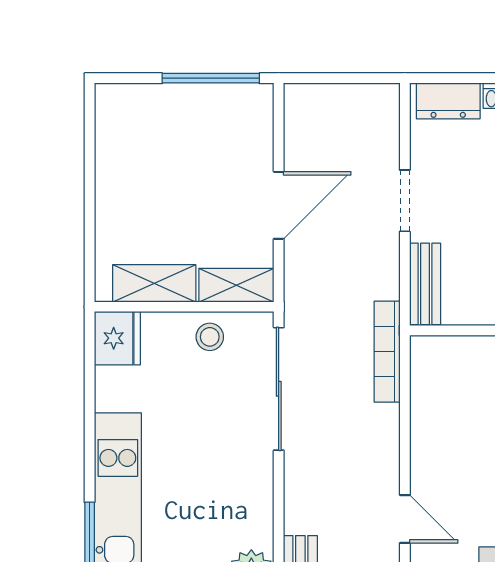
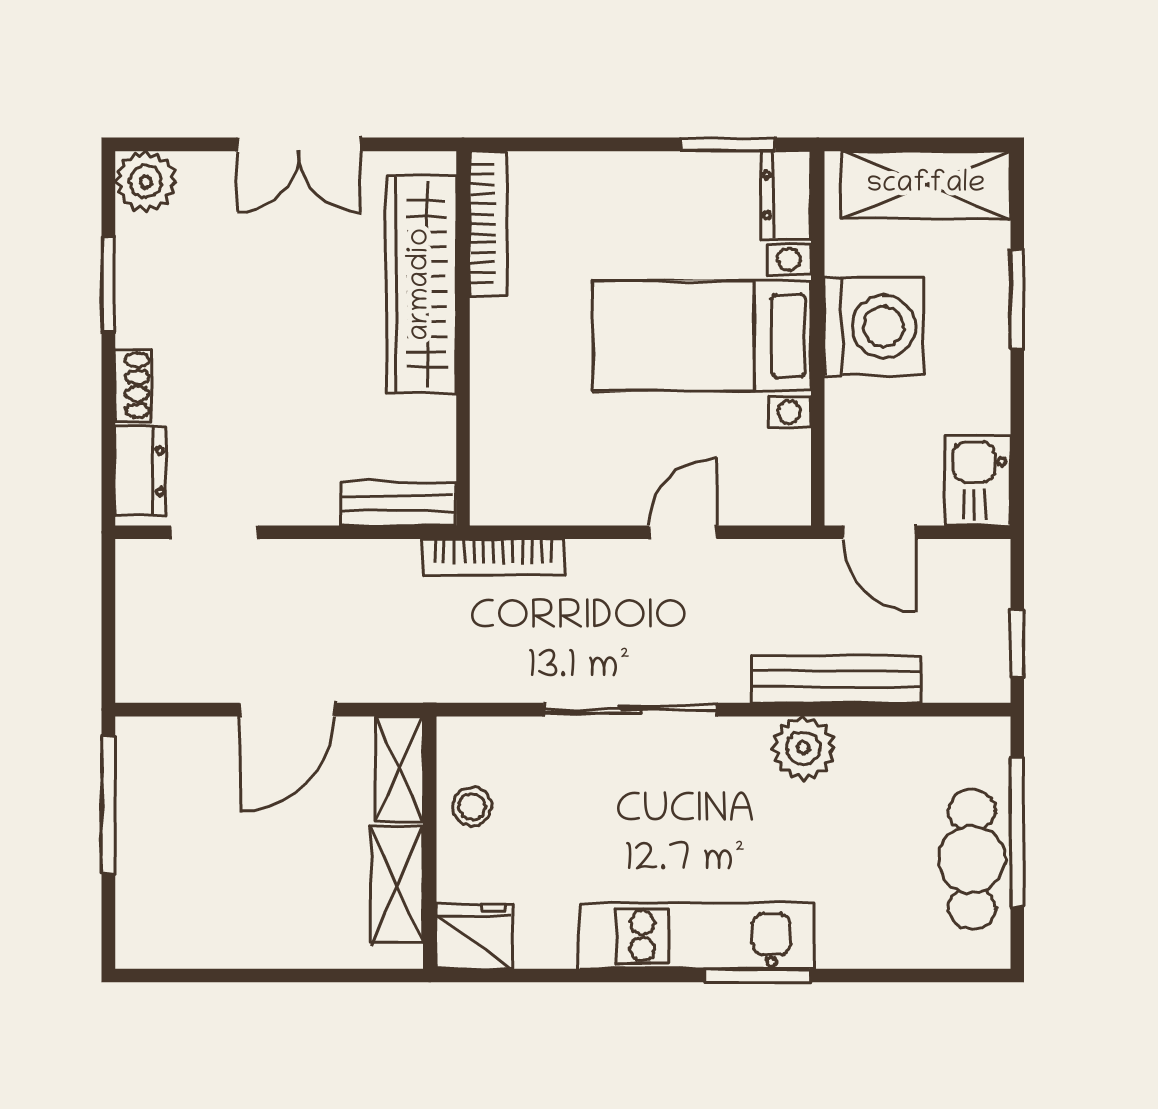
doorway: (405, 201) -> (214, 532), moved
door: (279, 205) -> (287, 710), swing flipped
sliding door: (279, 389) -> (630, 710), moved
door: (405, 519) -> (683, 532), moved

